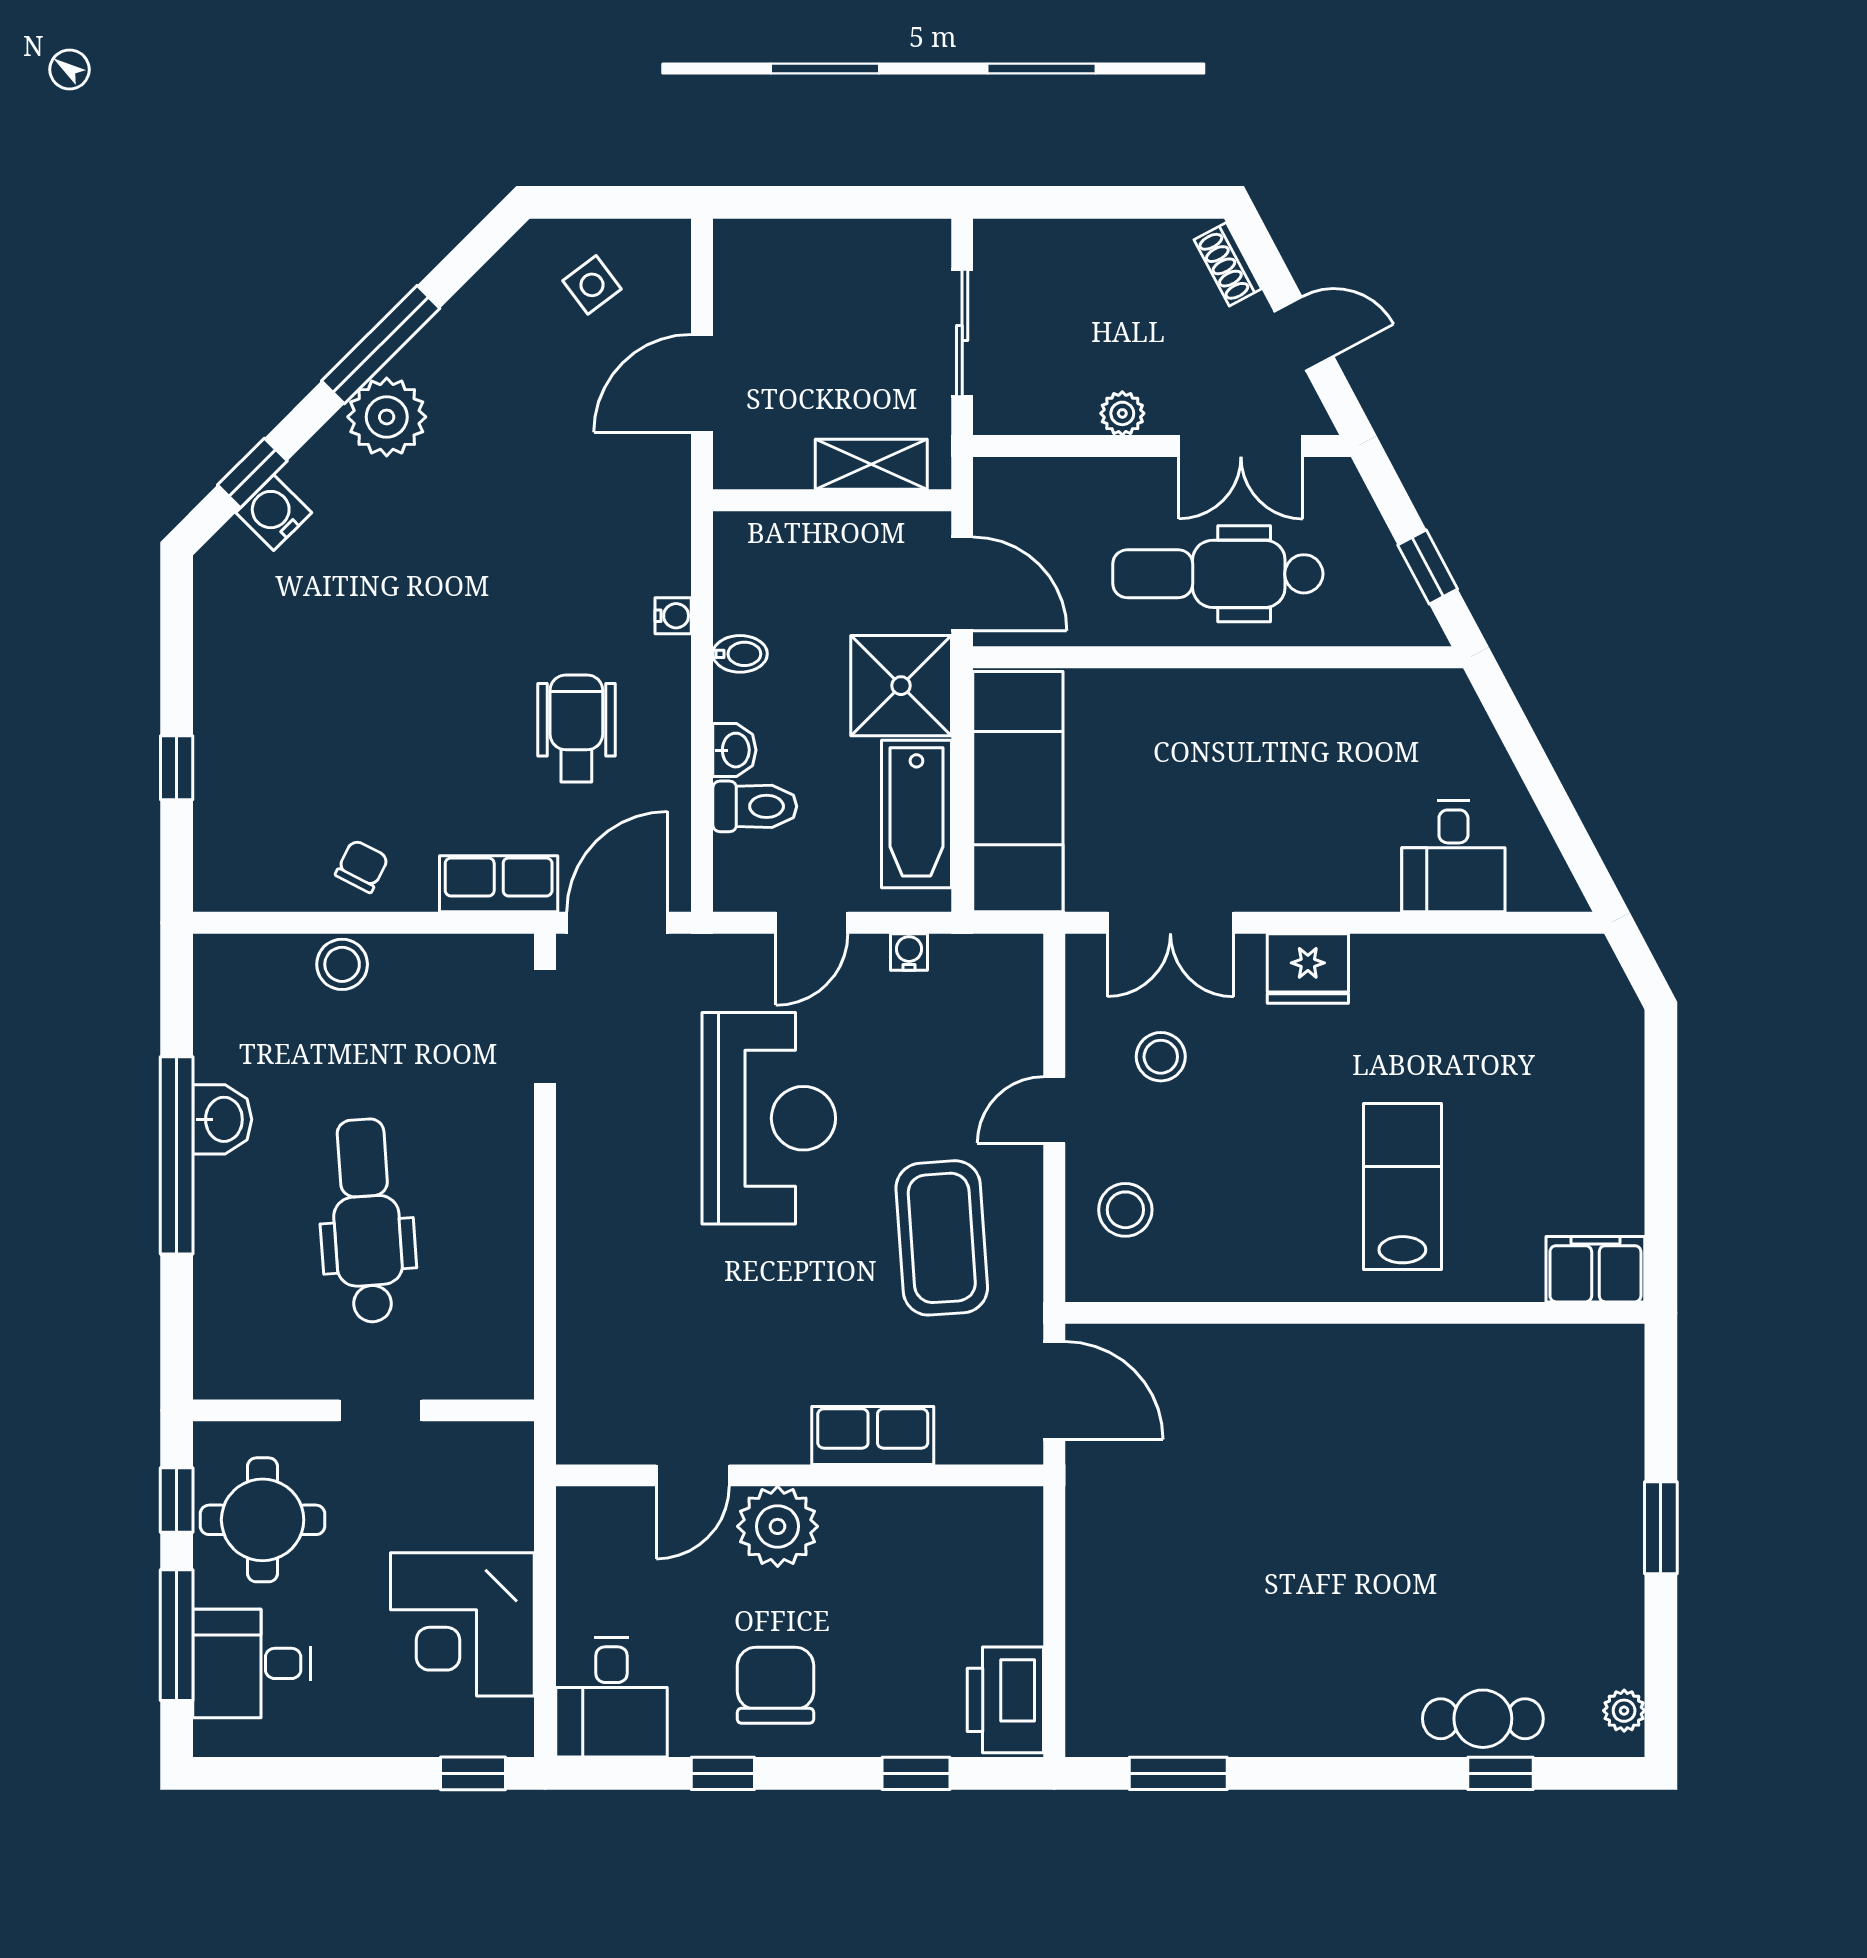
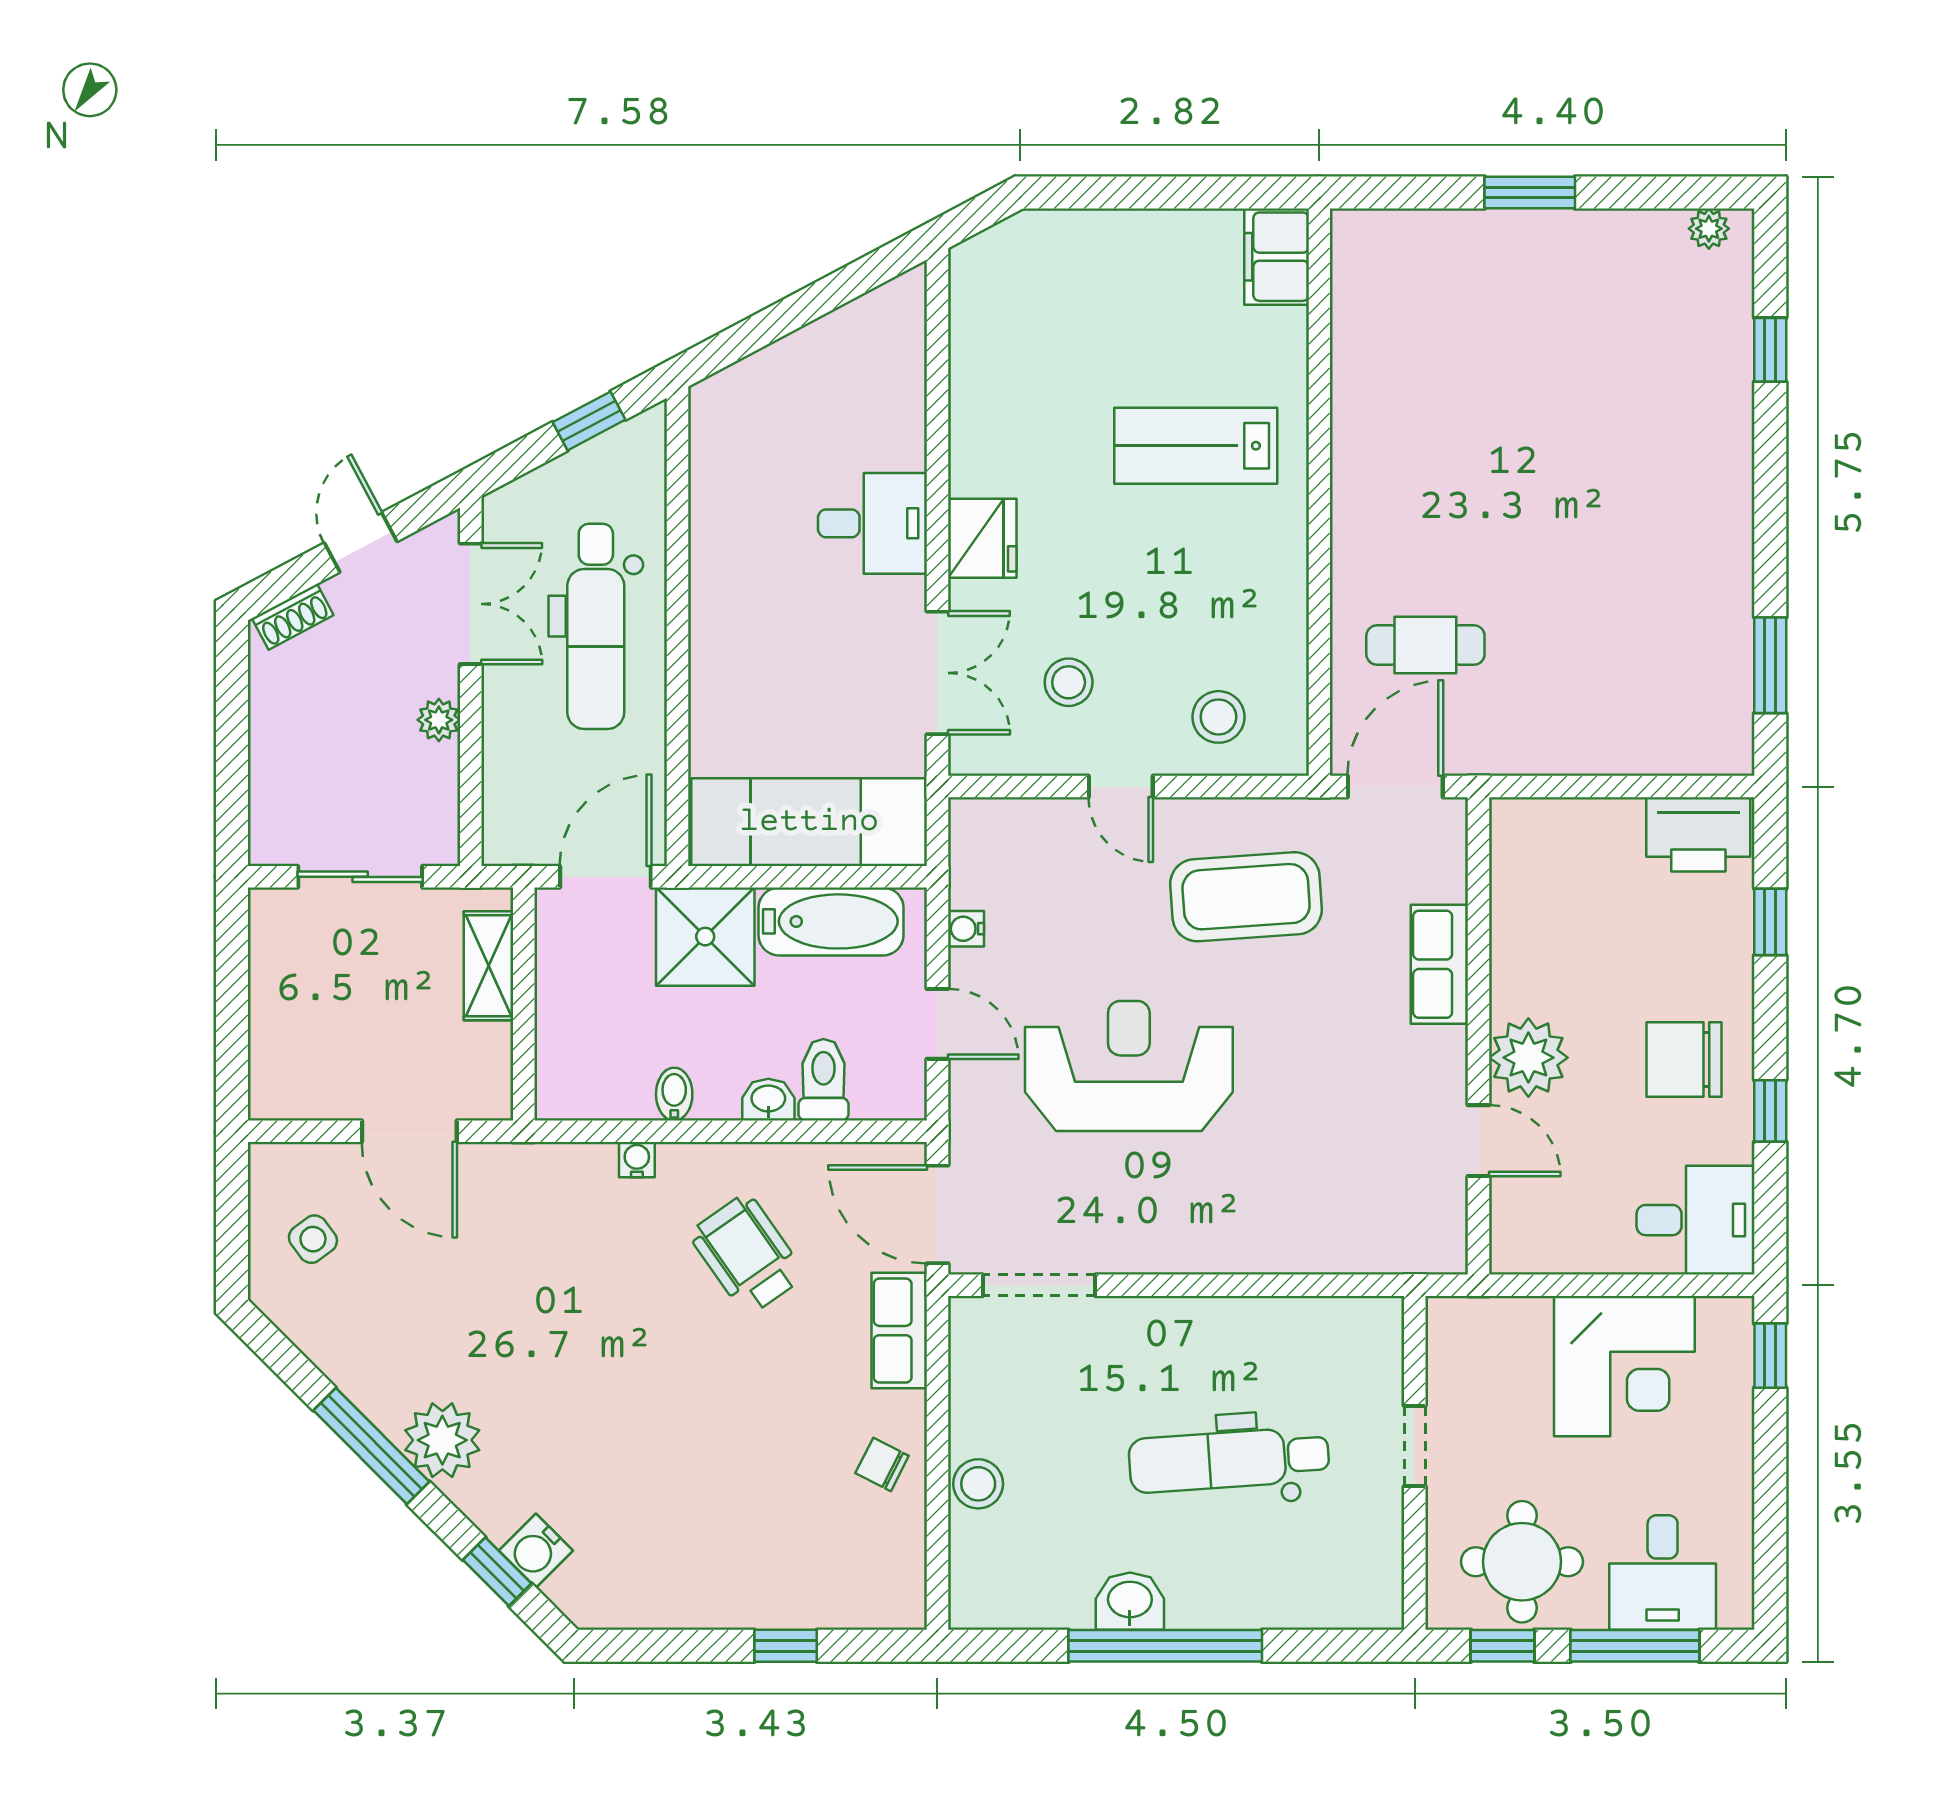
wheelchair: (576, 728) -> (747, 1254), turned 55
desk: (1453, 856) -> (873, 523), moved
cafe table: (1483, 1719) -> (1425, 645), moved, turned 90

